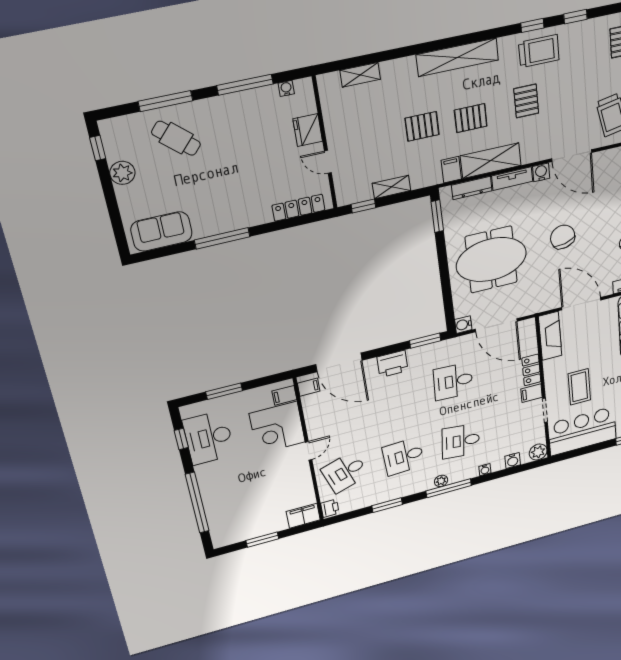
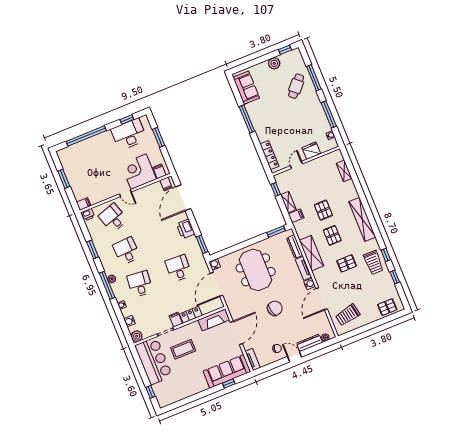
filing cabinet: (451, 170) -> (296, 216), moved
filing cabinet: (303, 516) -> (84, 204), width x0.50

